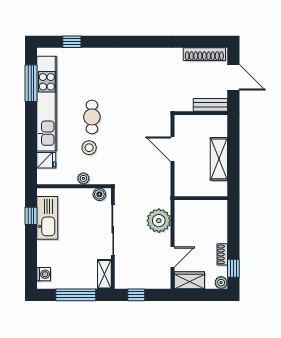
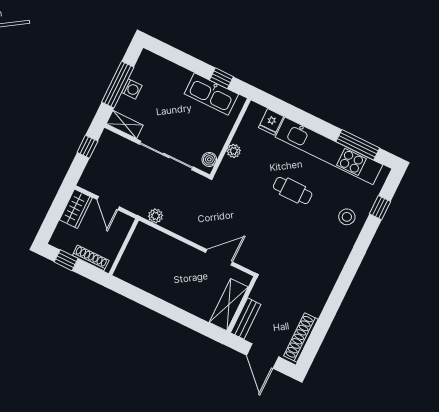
door: (233, 77) -> (263, 356), hinge flipped
stool: (89, 148) -> (347, 217), moved
shelving: (219, 159) -> (229, 305), moved, turned 90
wall: (201, 198) -> (124, 247), moved
plant: (159, 221) -> (155, 216), width x0.53, depth x0.53
shoe rack: (222, 254) -> (91, 258), width x1.43
washing machine: (44, 274) -> (132, 89), moved, turned -90
plant: (221, 283) -> (57, 240), removed

